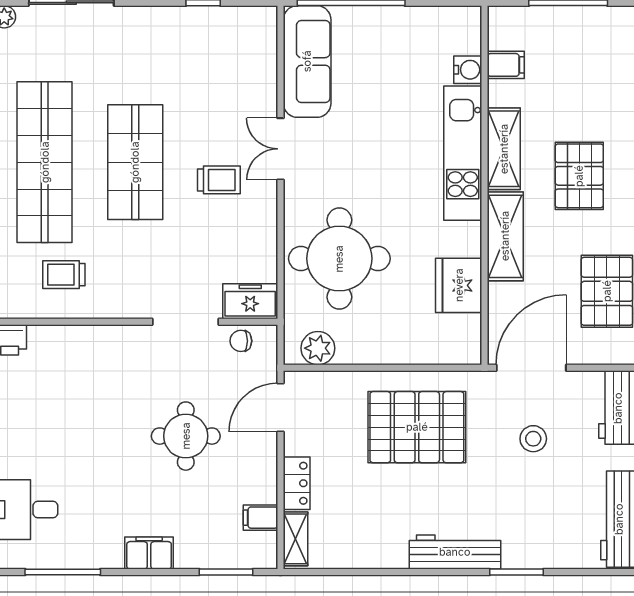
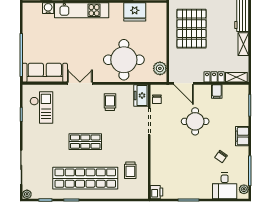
checkout: (220, 53) -> (41, 107), added
double door: (280, 149) -> (80, 83), swing flipped
shop shelf: (135, 162) -> (85, 142), width x0.70, depth x0.74
trolley: (219, 180) -> (110, 102), moved
chair: (98, 501) -> (221, 157), added
filing cabinet: (260, 518) -> (217, 91), moved
shelving: (378, 556) -> (243, 44), added
plant: (17, 557) -> (244, 189), added

